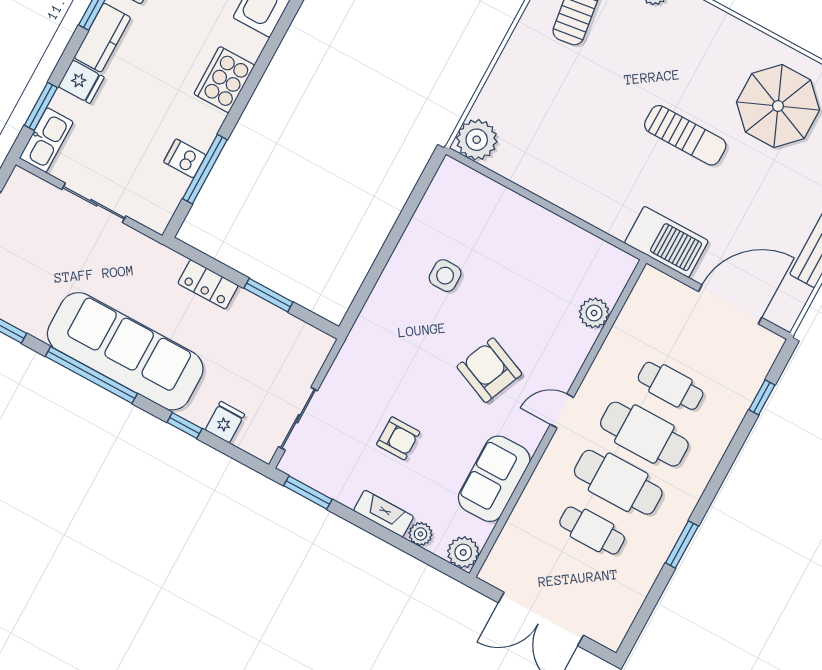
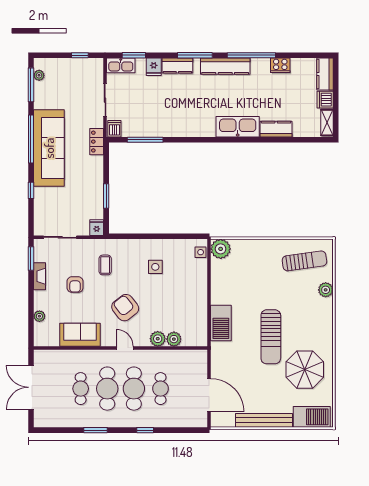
cooker: (224, 80) -> (188, 127), removed
sun lounger: (685, 135) -> (271, 337), width x1.36, depth x1.34
dishwasher: (185, 158) -> (114, 129), moved
side table: (463, 179) -> (201, 252), added
barbecue: (666, 242) -> (221, 323), moved
locker: (208, 284) -> (97, 142), moved
coffee table: (392, 365) -> (105, 265), added
armchair: (489, 370) -> (125, 308), turned -61
window: (762, 397) -> (145, 430), moved
fridge: (225, 422) -> (97, 228), moved, turned -90
fireplace: (384, 514) -> (40, 276), moved
plant: (463, 552) -> (158, 339), moved

